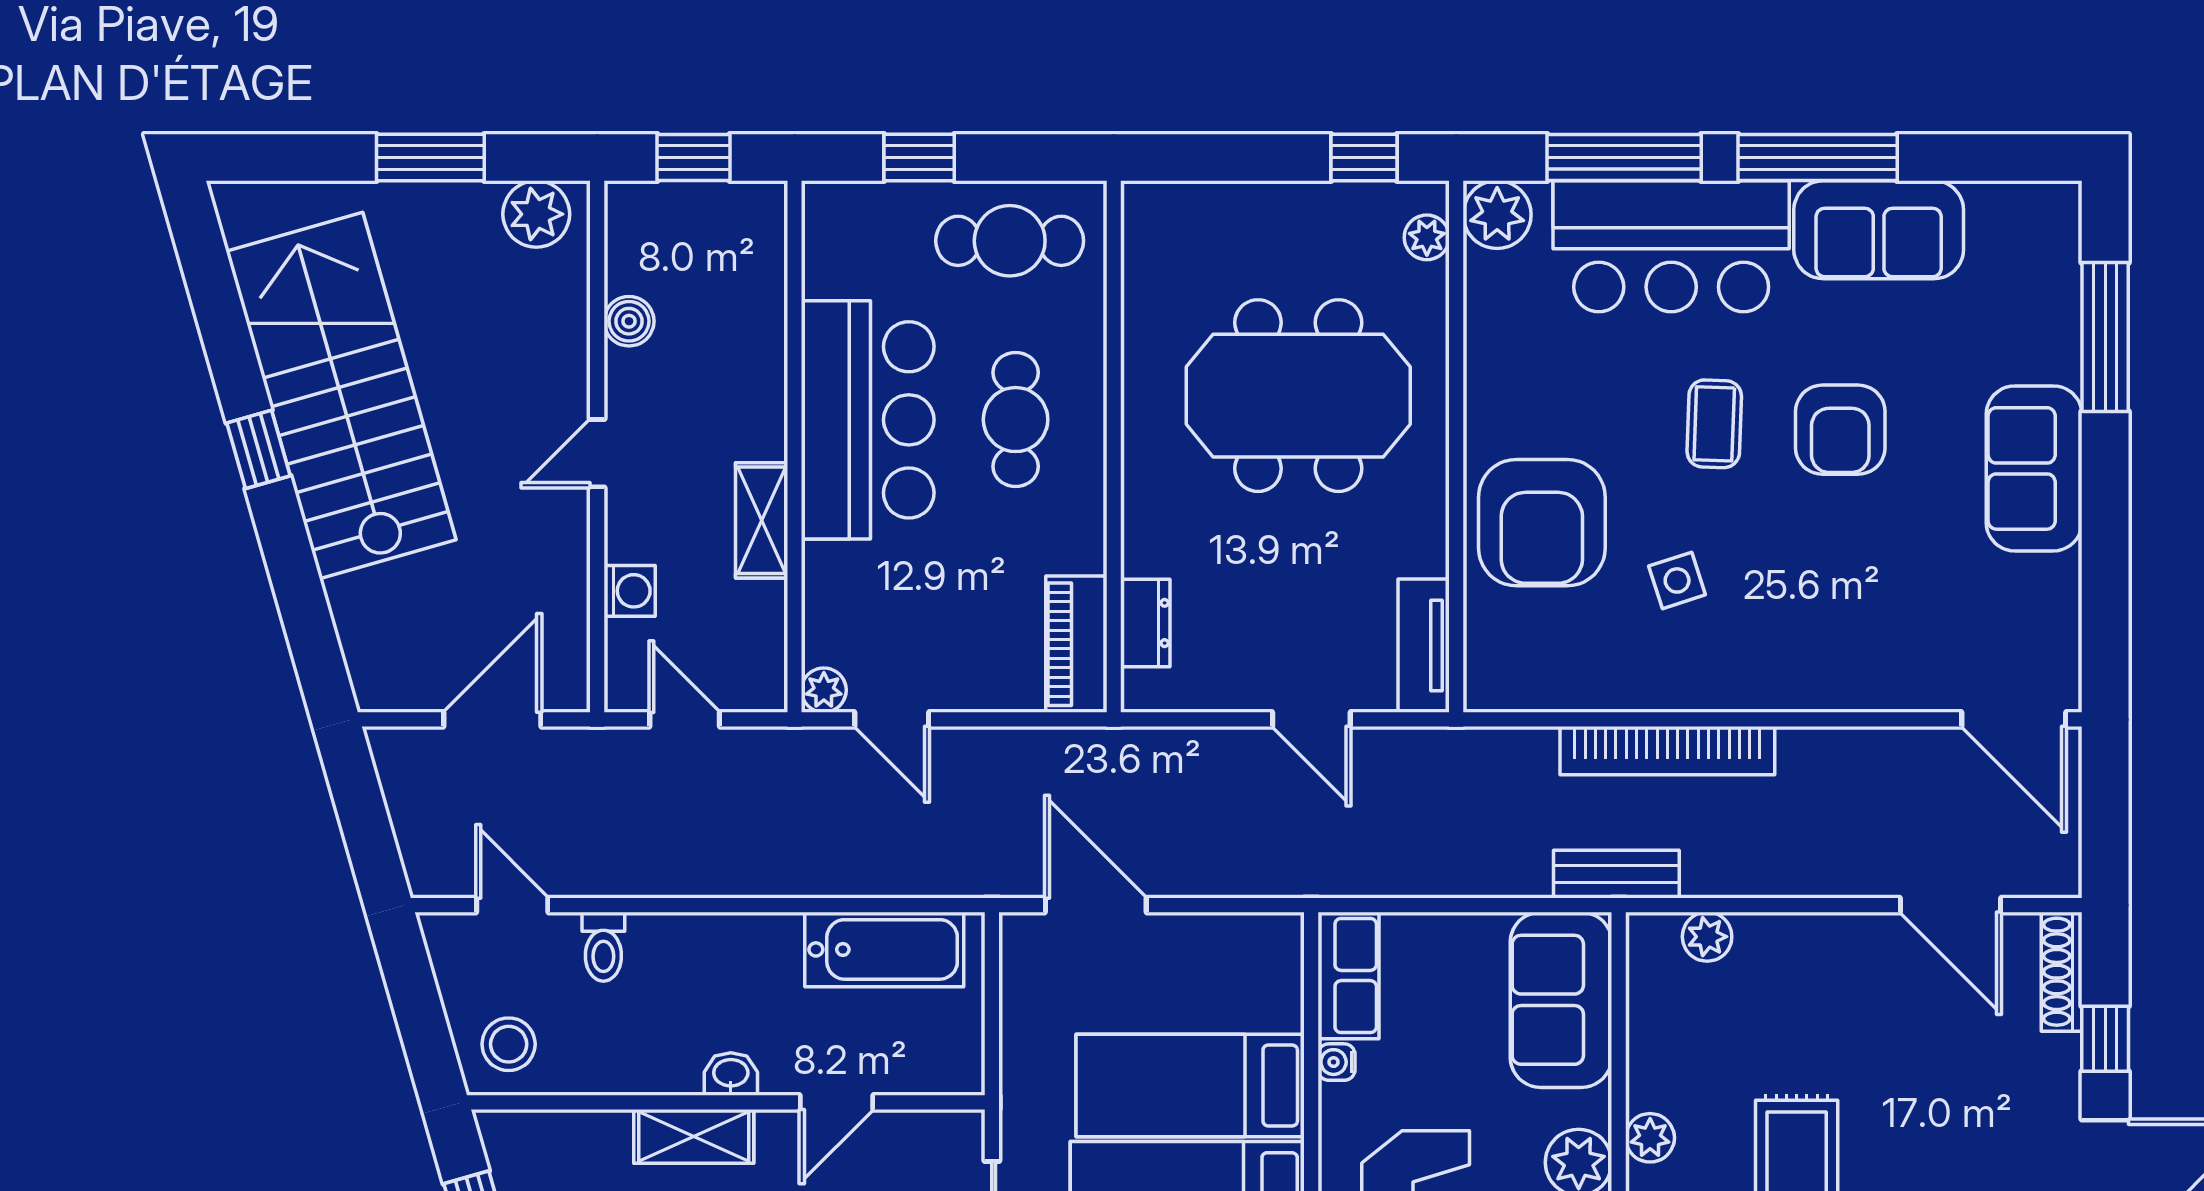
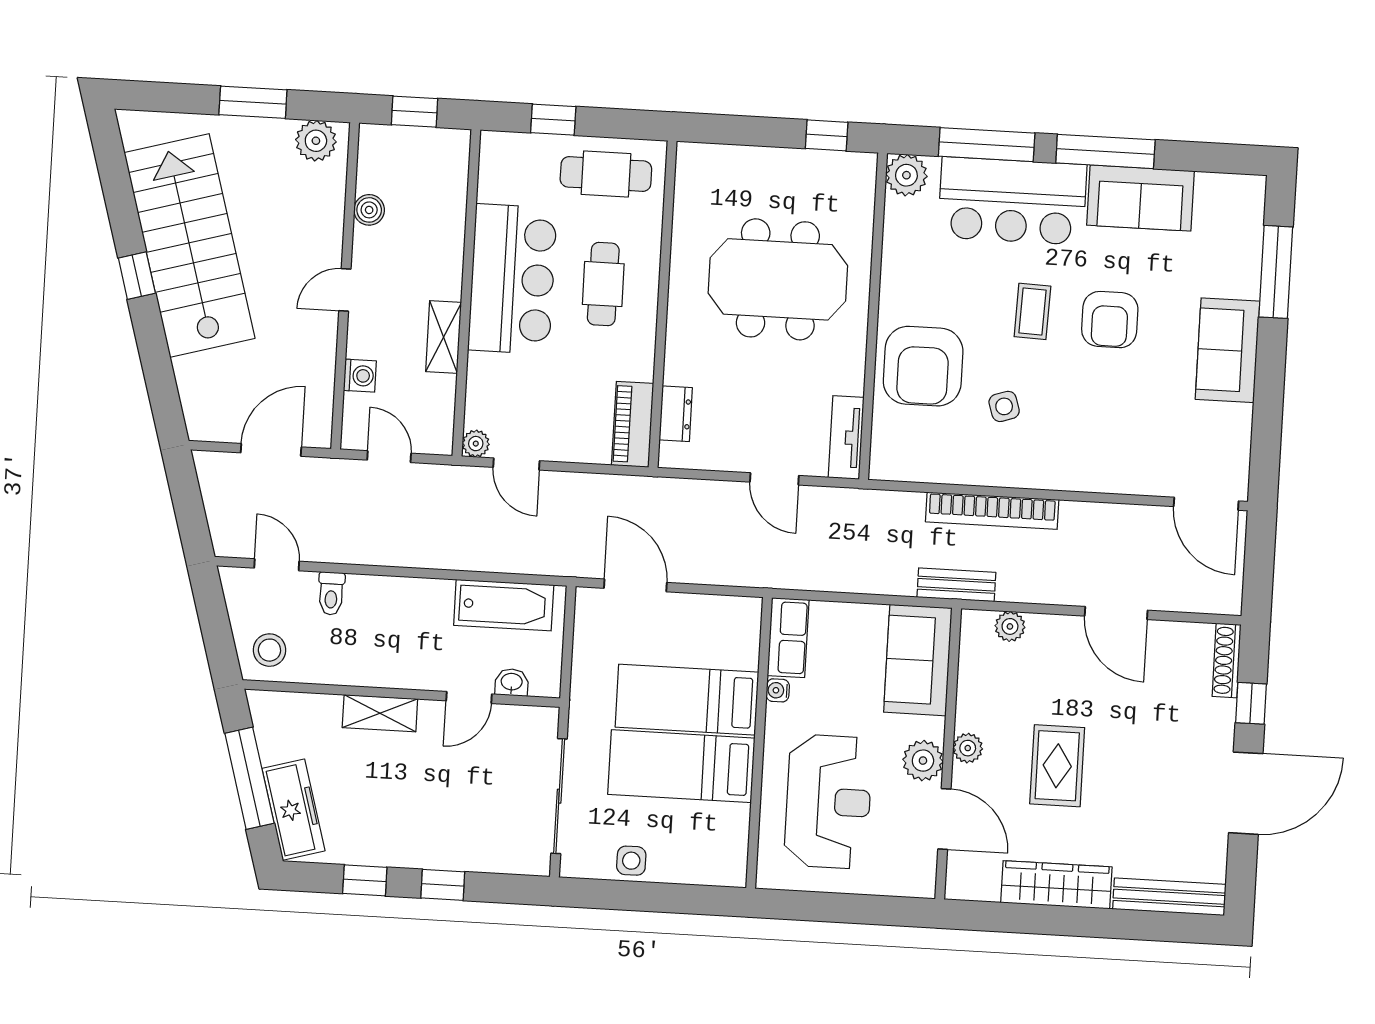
plant: (1427, 237) -> (862, 187), removed
door: (1951, 905) -> (1116, 613), moved
washbasin: (731, 1074) -> (512, 682), moved

